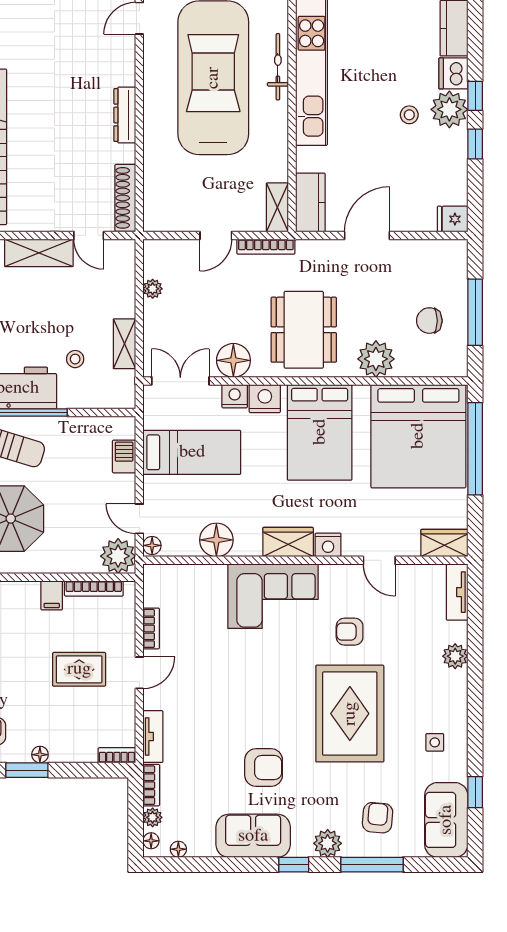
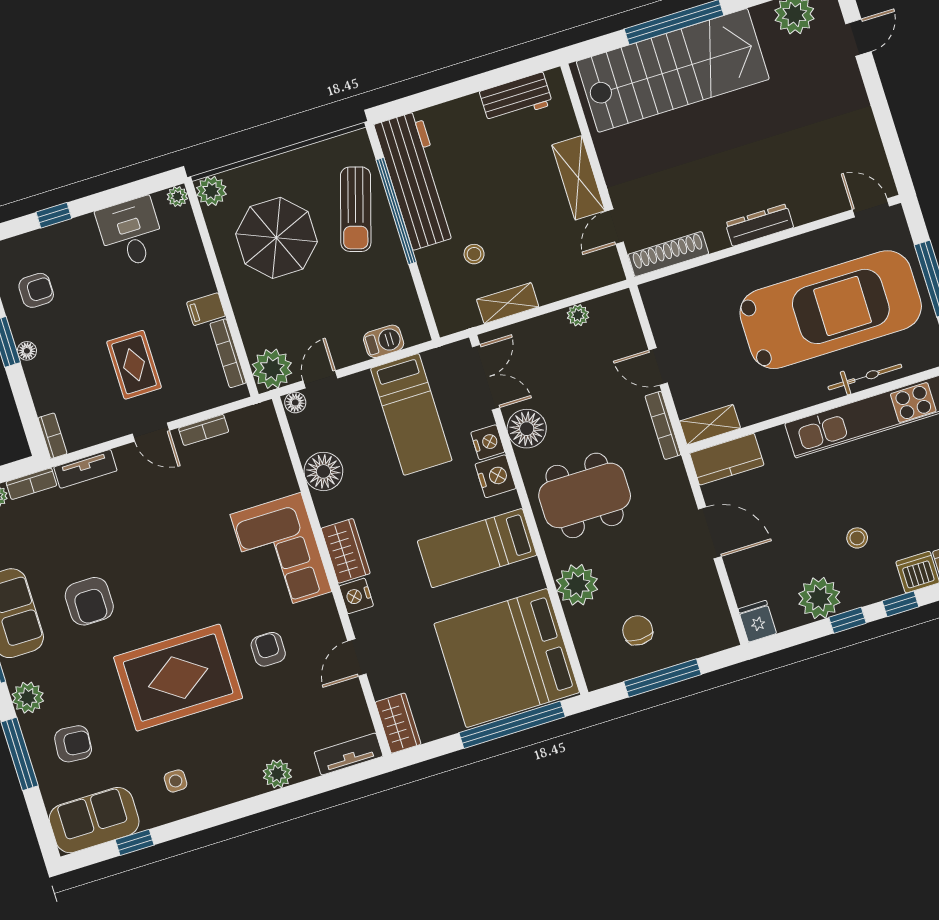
plant: (449, 109) -> (819, 598), moved
bed: (320, 432) -> (477, 548), width x0.67

